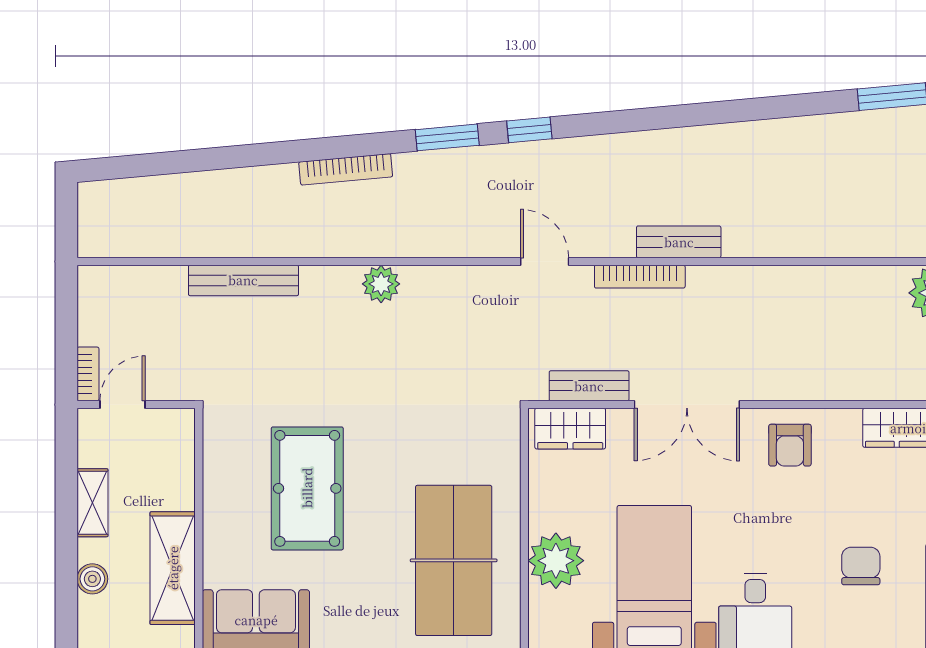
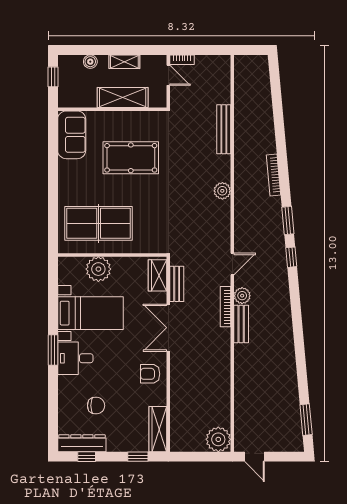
plant: (615, 240) -> (242, 296), added
shelving: (173, 568) -> (123, 98), moved

